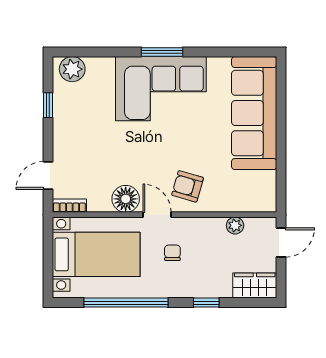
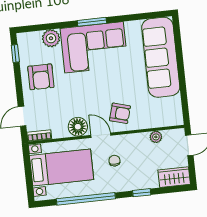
plant: (72, 69) -> (51, 38), moved
window: (48, 105) -> (15, 54), moved
armchair: (81, 122) -> (41, 77), added
armchair: (188, 186) -> (120, 113), turned 180

